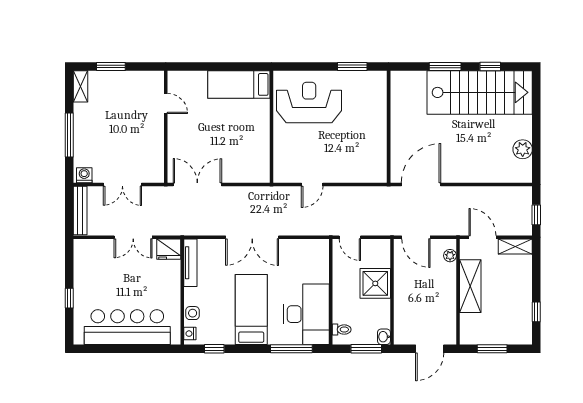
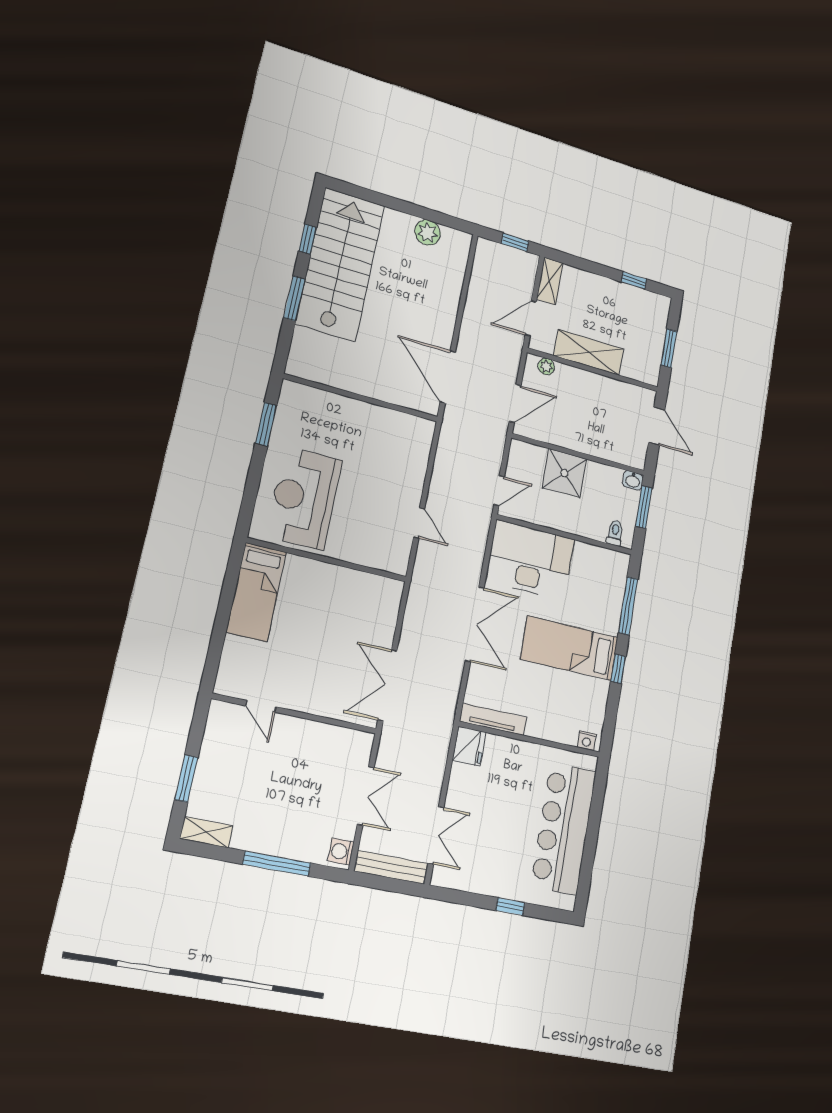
door: (166, 103) -> (261, 706), swing flipped
double door: (133, 237) -> (436, 835), moved
side table: (193, 313) -> (561, 731), removed
desk: (306, 314) -> (530, 560), moved
window: (214, 349) -> (618, 669), moved

